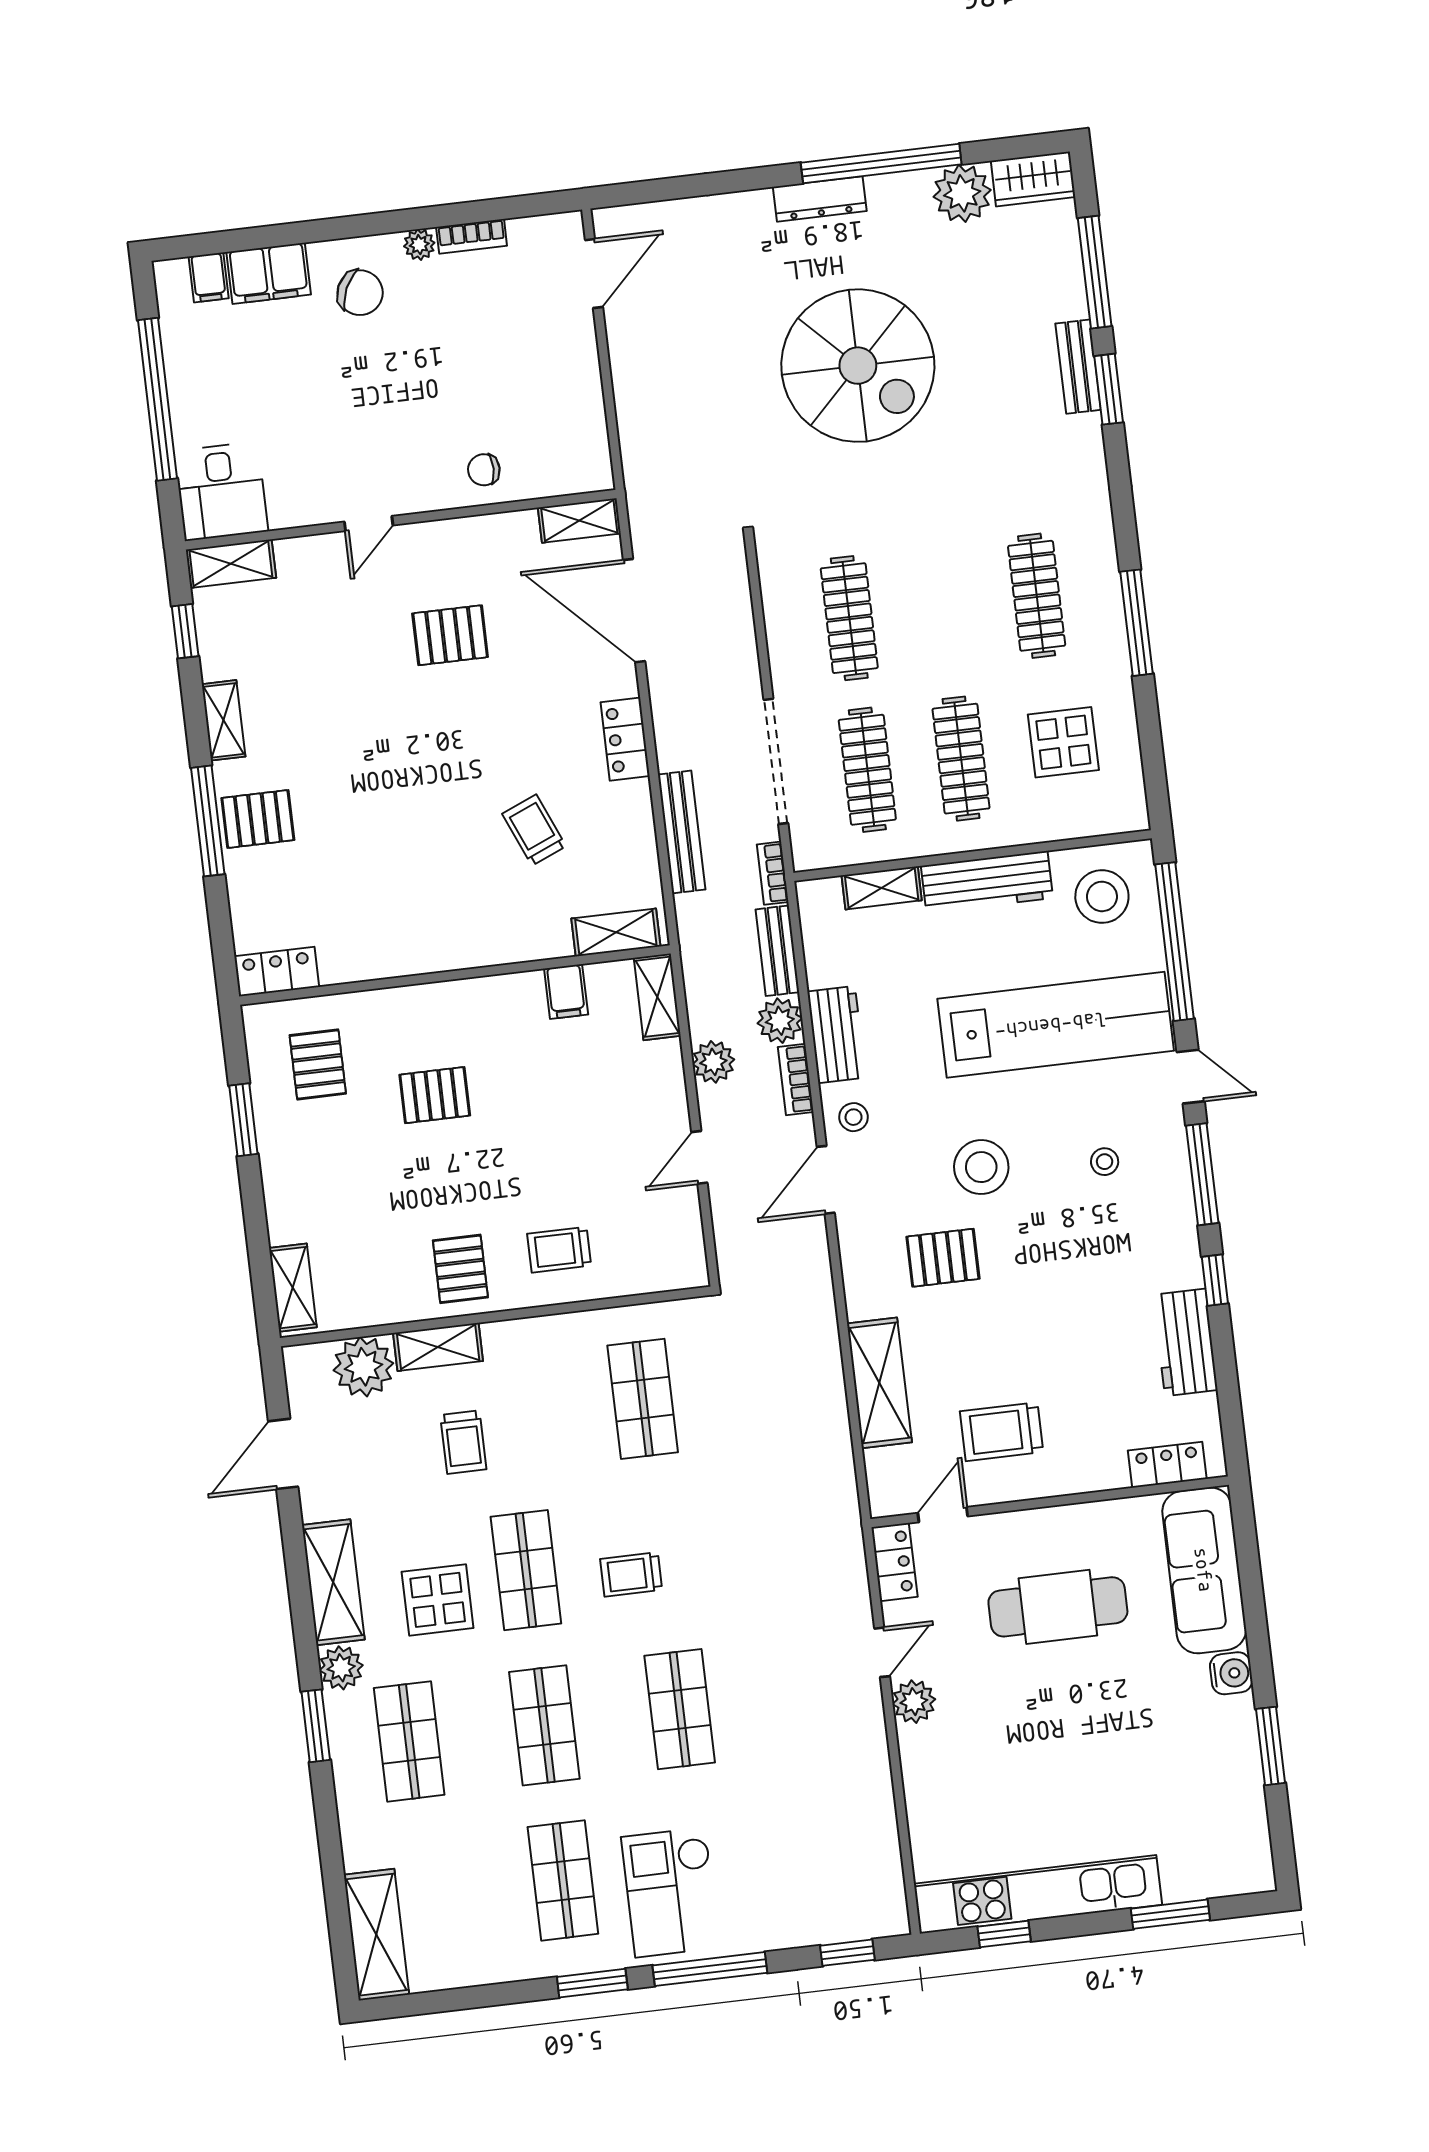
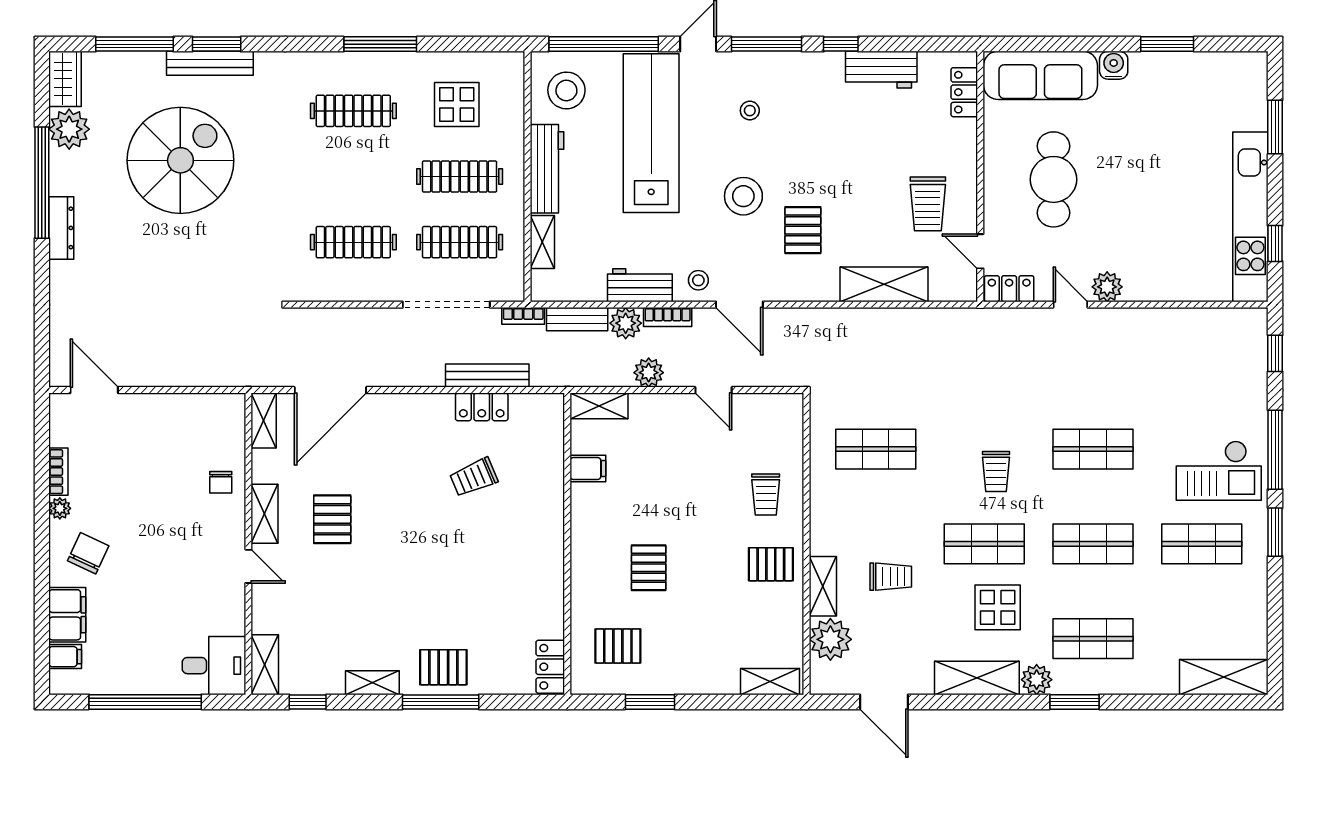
spiral stairs: (858, 366) -> (180, 160), moved
bench: (1078, 367) -> (210, 63), width x1.36
locker: (625, 739) -> (482, 407), moved
pallet: (258, 819) -> (443, 667), turned 90
shelving: (616, 932) -> (265, 514), moved

